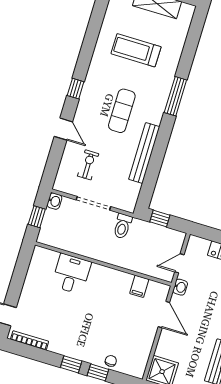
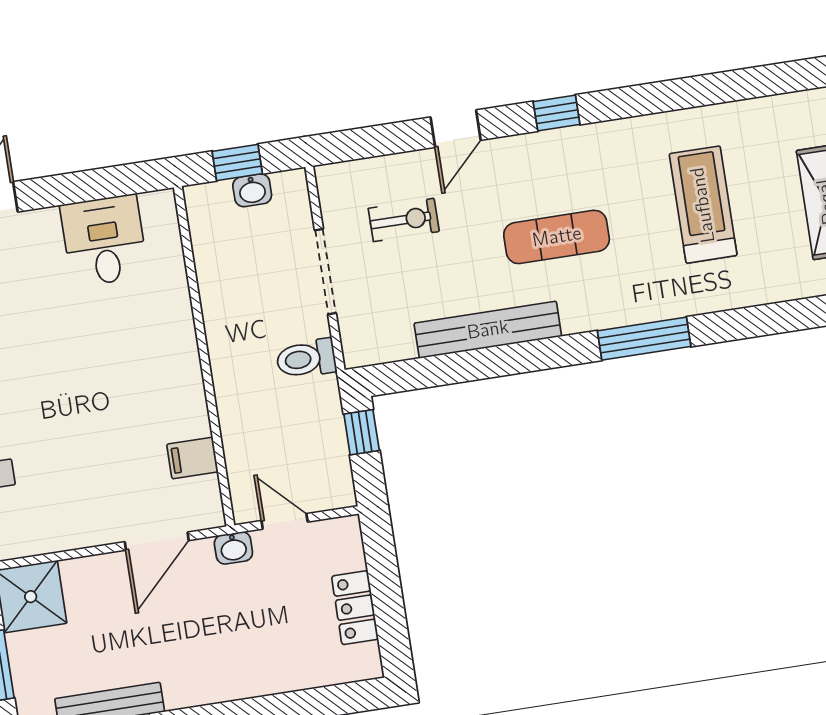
washbasin: (54, 201) -> (252, 190), moved
desk: (71, 274) -> (104, 241), moved, turned -90

